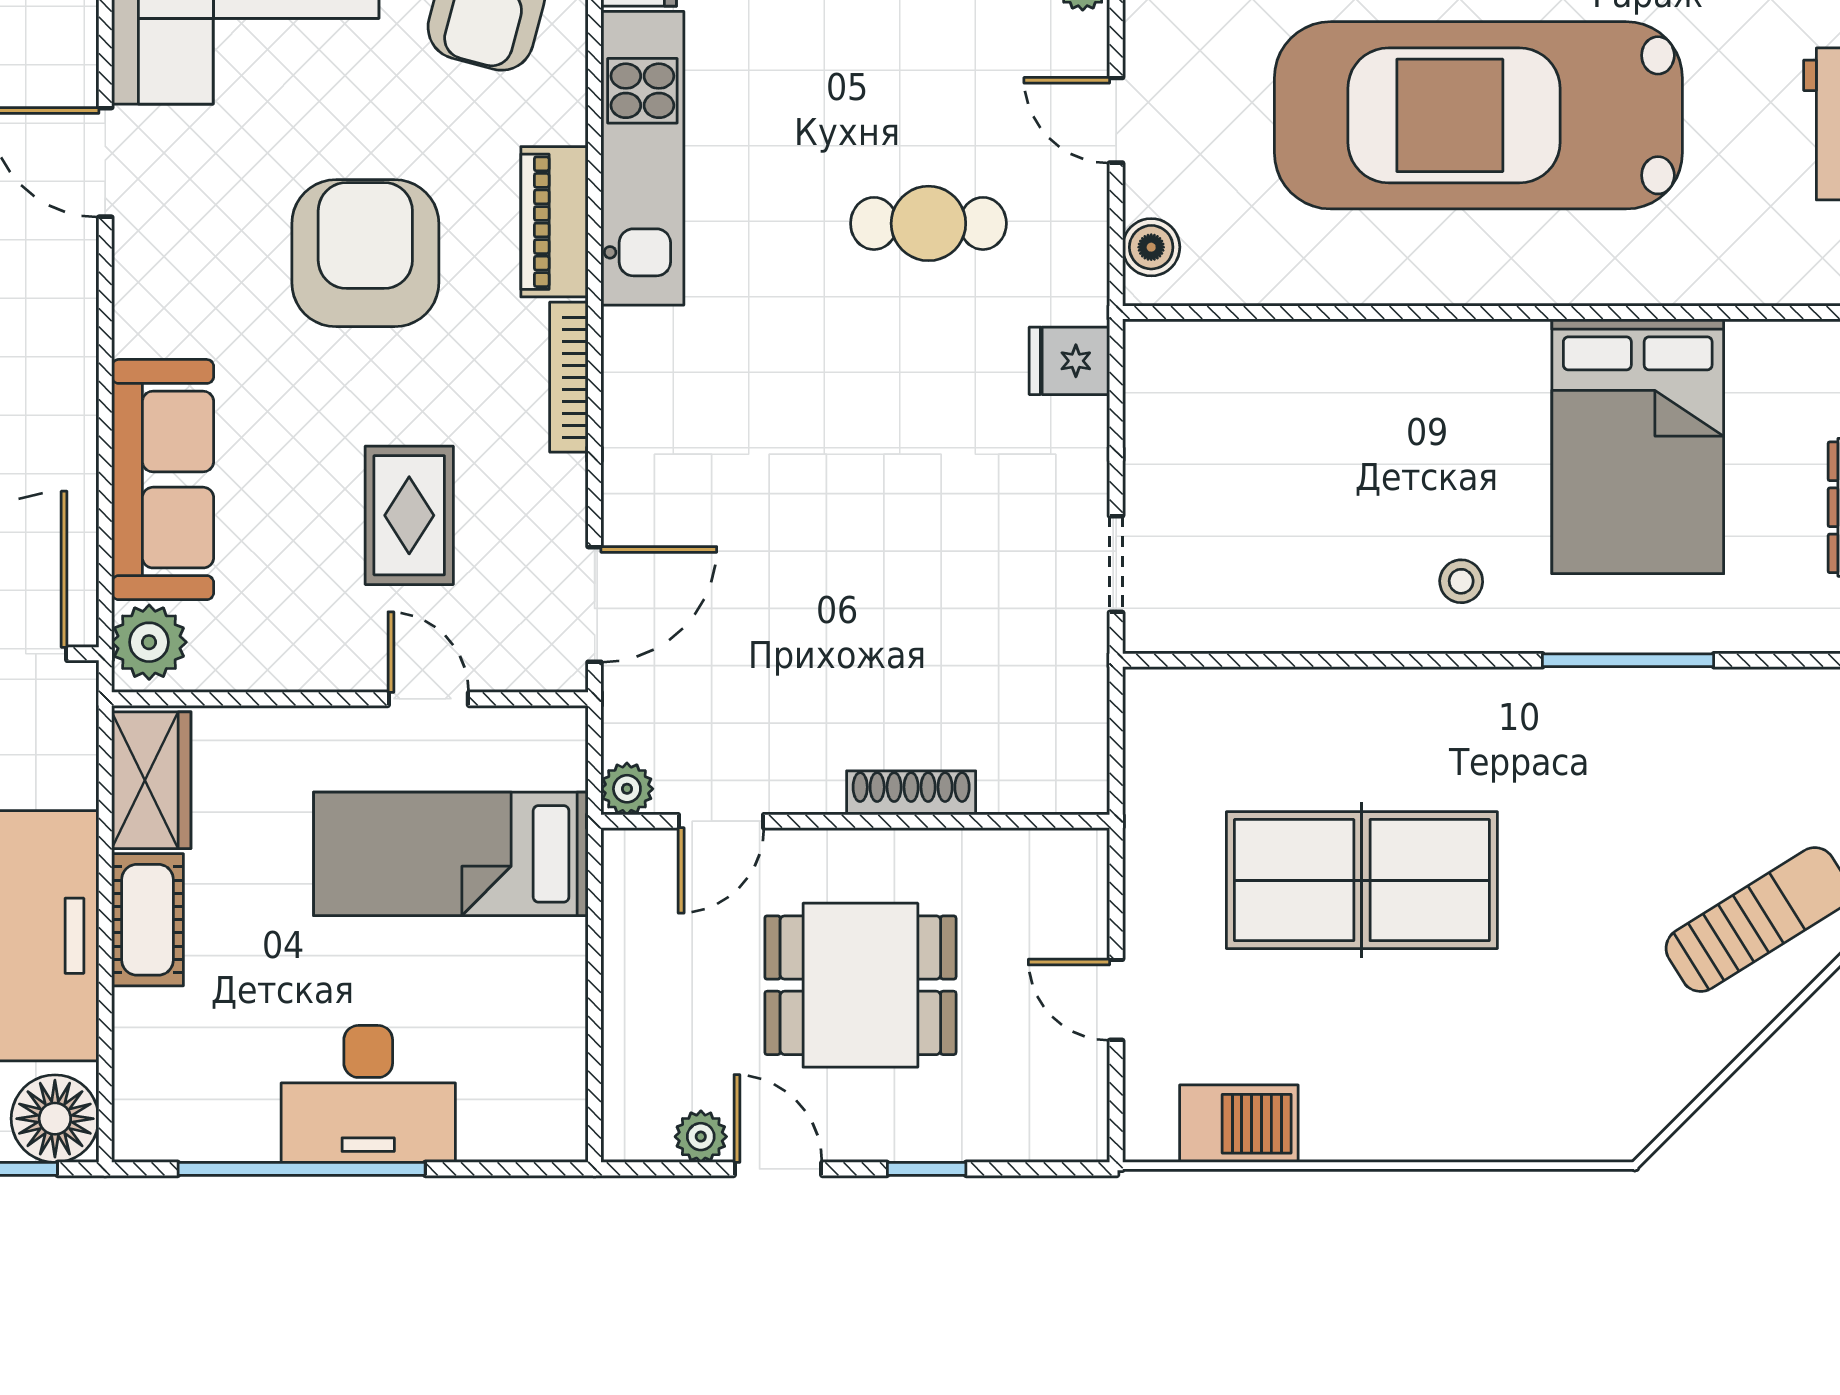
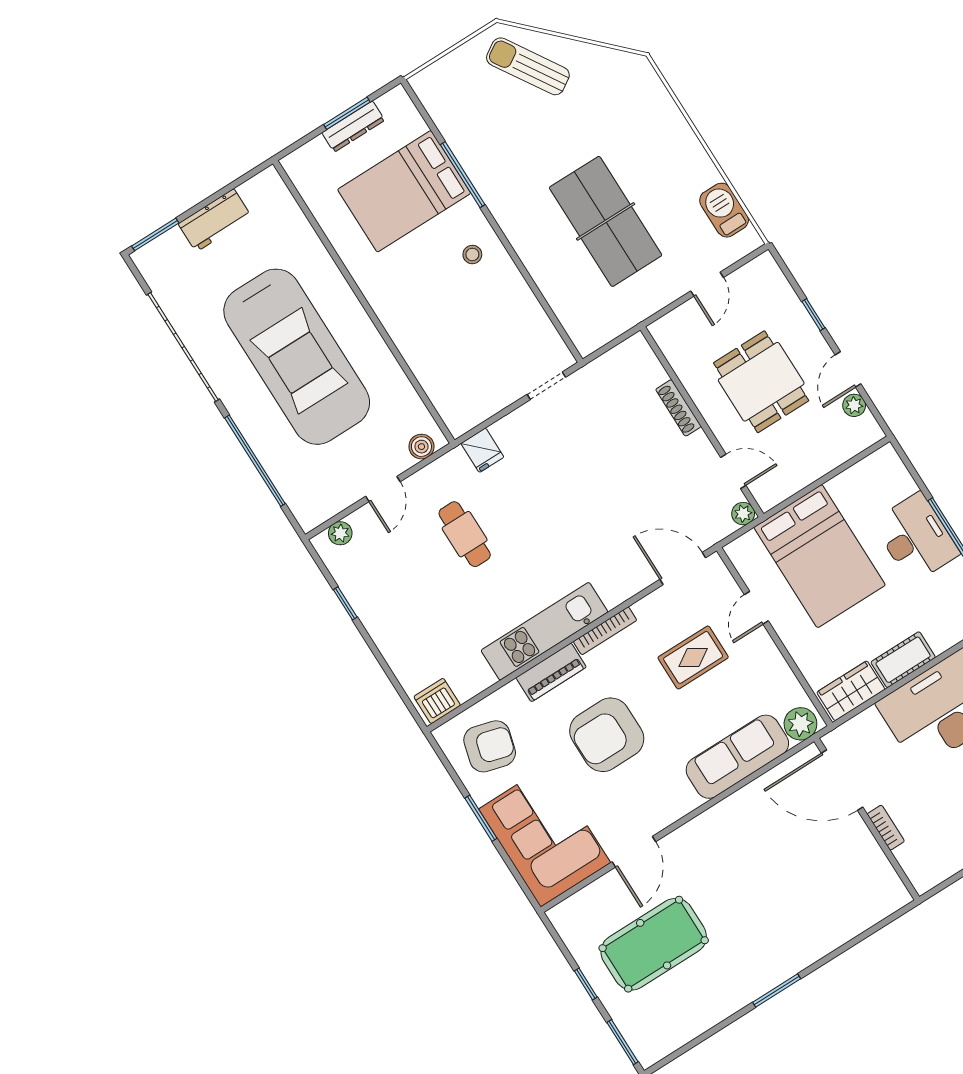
kitchen unit: (642, 158) -> (544, 631), moved
bed: (1638, 446) -> (404, 191), moved, turned 180
bed: (451, 854) -> (820, 556), width x1.50

